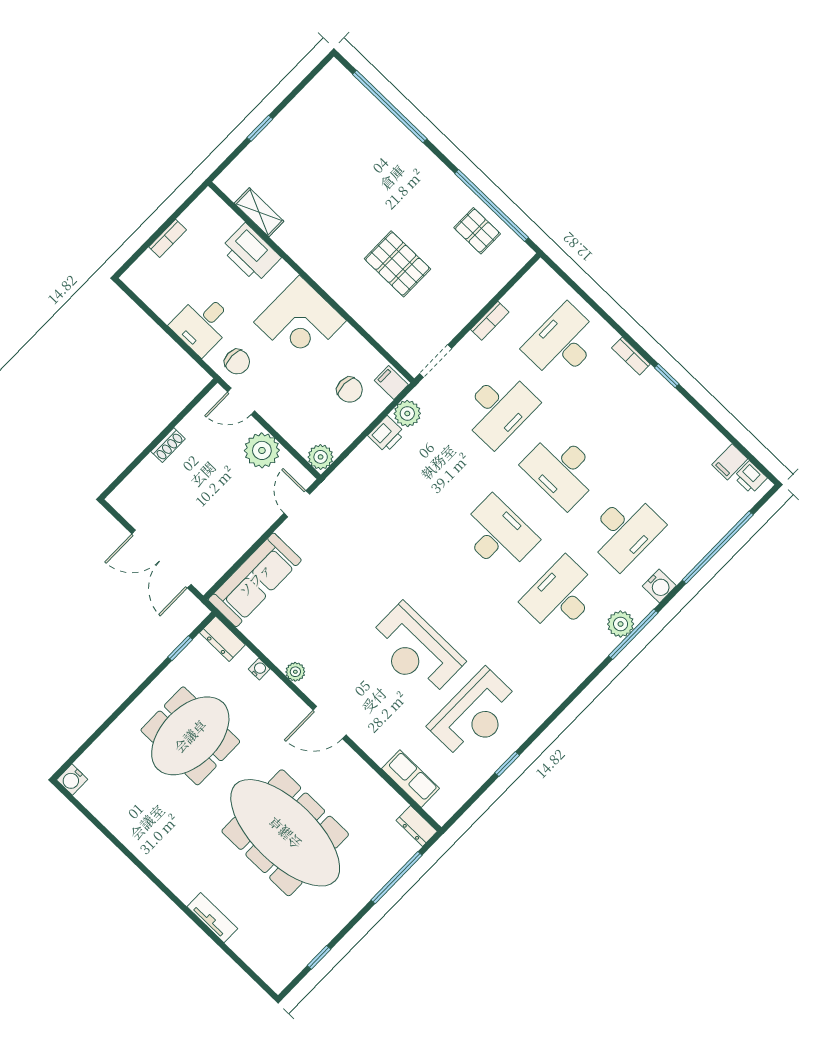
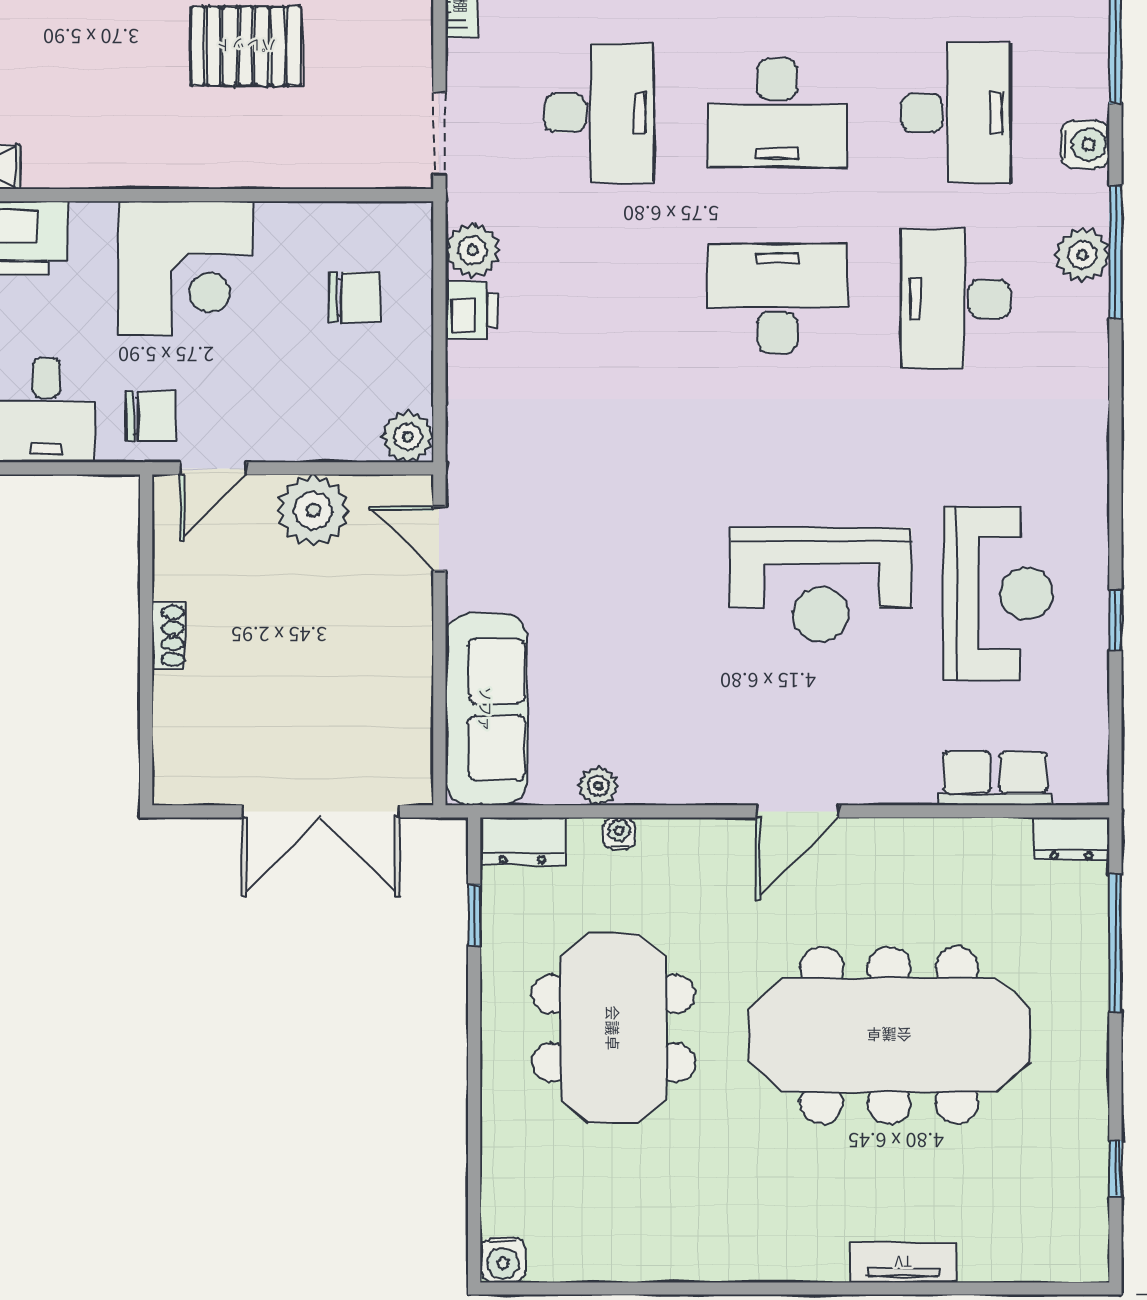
filing cabinet: (391, 383) -> (405, 228), removed
plant: (295, 672) -> (598, 786), moved

